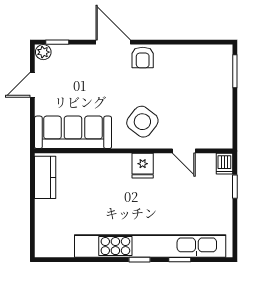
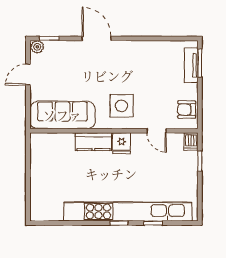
armchair: (143, 57) -> (187, 110), moved, turned 90
tv unit: (225, 74) -> (191, 65), added
side table: (142, 122) -> (121, 106), turned -38
kitchen counter: (45, 177) -> (94, 142), moved, turned 90

